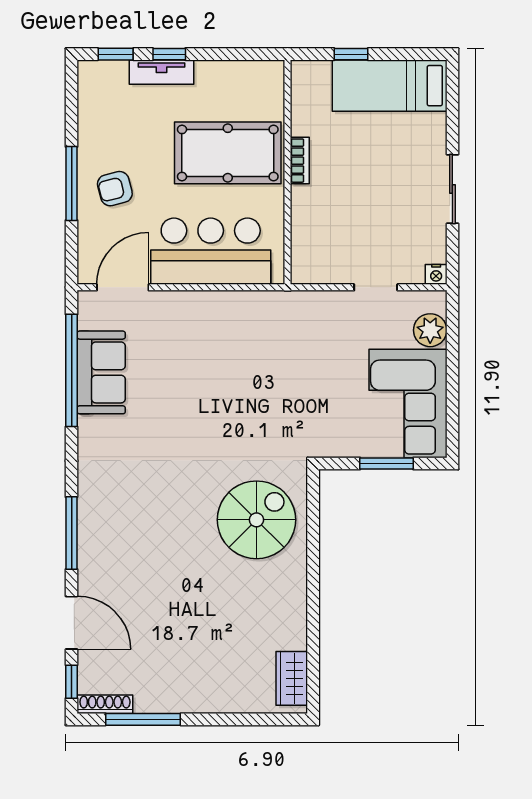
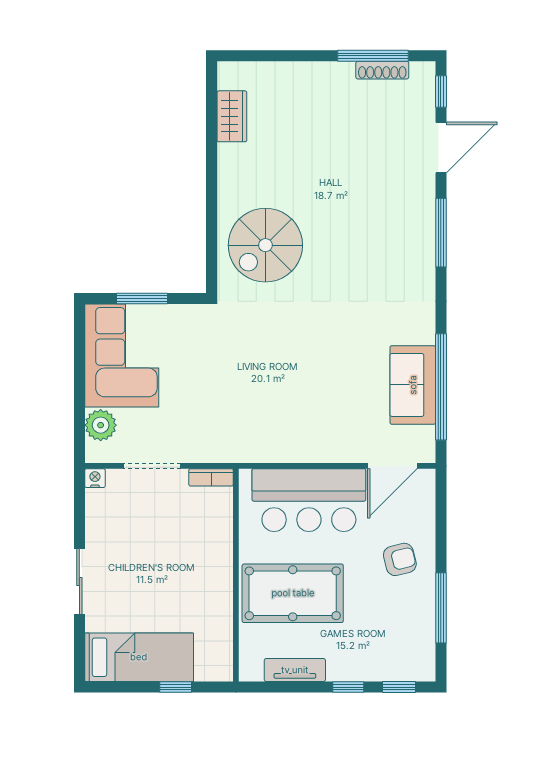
tv unit: (162, 72) -> (295, 670), moved
bookcase: (300, 161) -> (211, 477), moved, turned -90
window: (72, 183) -> (441, 608), moved
sliding door: (452, 189) -> (79, 582), moved
doorway: (376, 287) -> (152, 466), width x1.38
door: (72, 623) -> (441, 147), swing flipped
wardrobe: (292, 678) -> (232, 116), moved
shoe rack: (105, 704) -> (382, 70), moved

